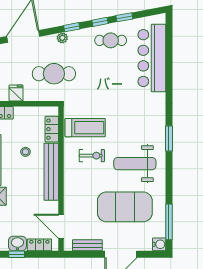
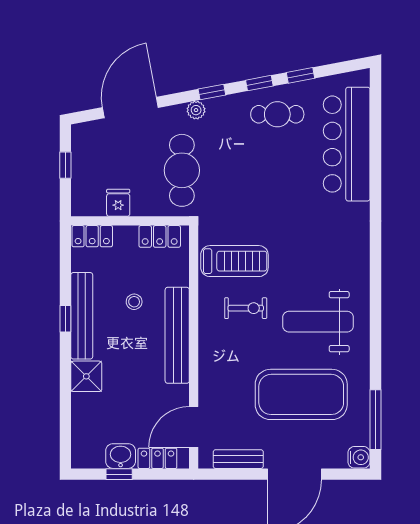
cafe table: (54, 74) -> (182, 170), turned 90
locker: (52, 129) -> (160, 236), moved, turned -90
window: (169, 138) -> (375, 279), removed
door: (61, 226) -> (194, 427), hinge flipped

